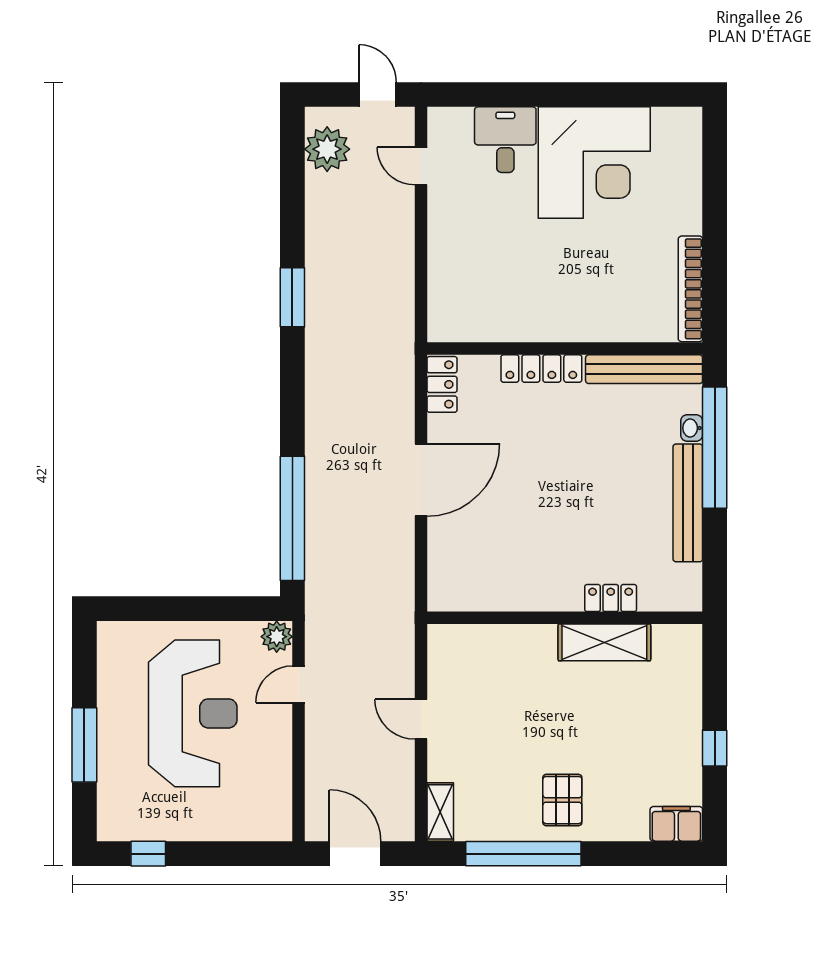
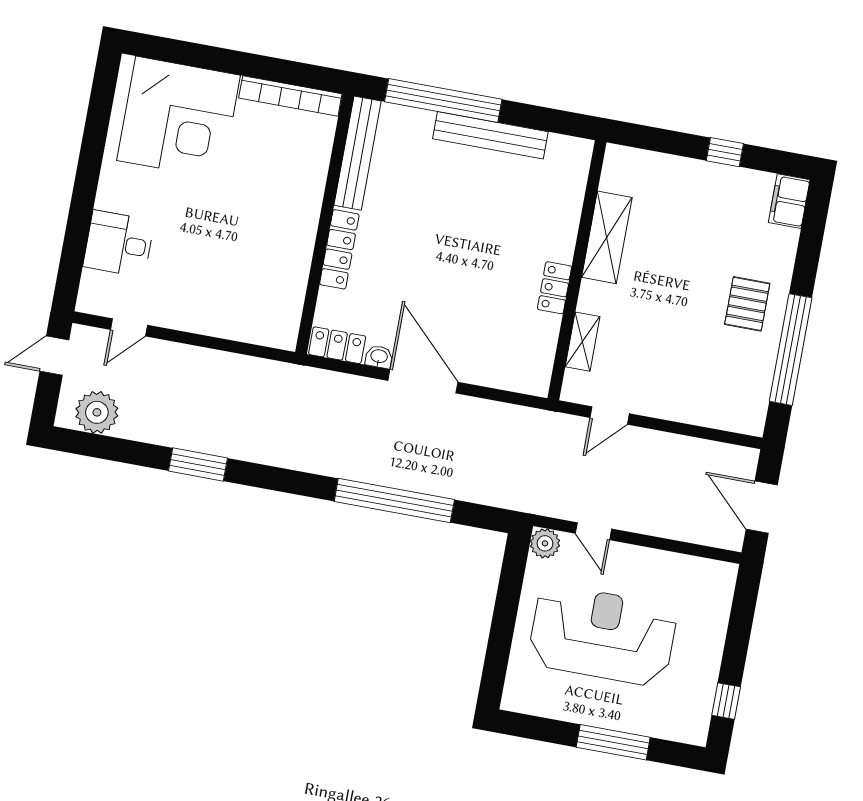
corner desk: (594, 163) -> (179, 118), moved, turned 90
window: (292, 297) -> (198, 465), moved
washbasin: (692, 428) -> (379, 357), moved, turned 180
window: (292, 518) -> (394, 501), moved
locker: (611, 598) -> (555, 288), moved
door: (421, 719) -> (610, 416), moved
pallet: (562, 800) -> (747, 304), turned 90
shelving: (440, 812) -> (583, 342), moved, turned 90
door: (355, 854) -> (762, 507), hinge flipped

